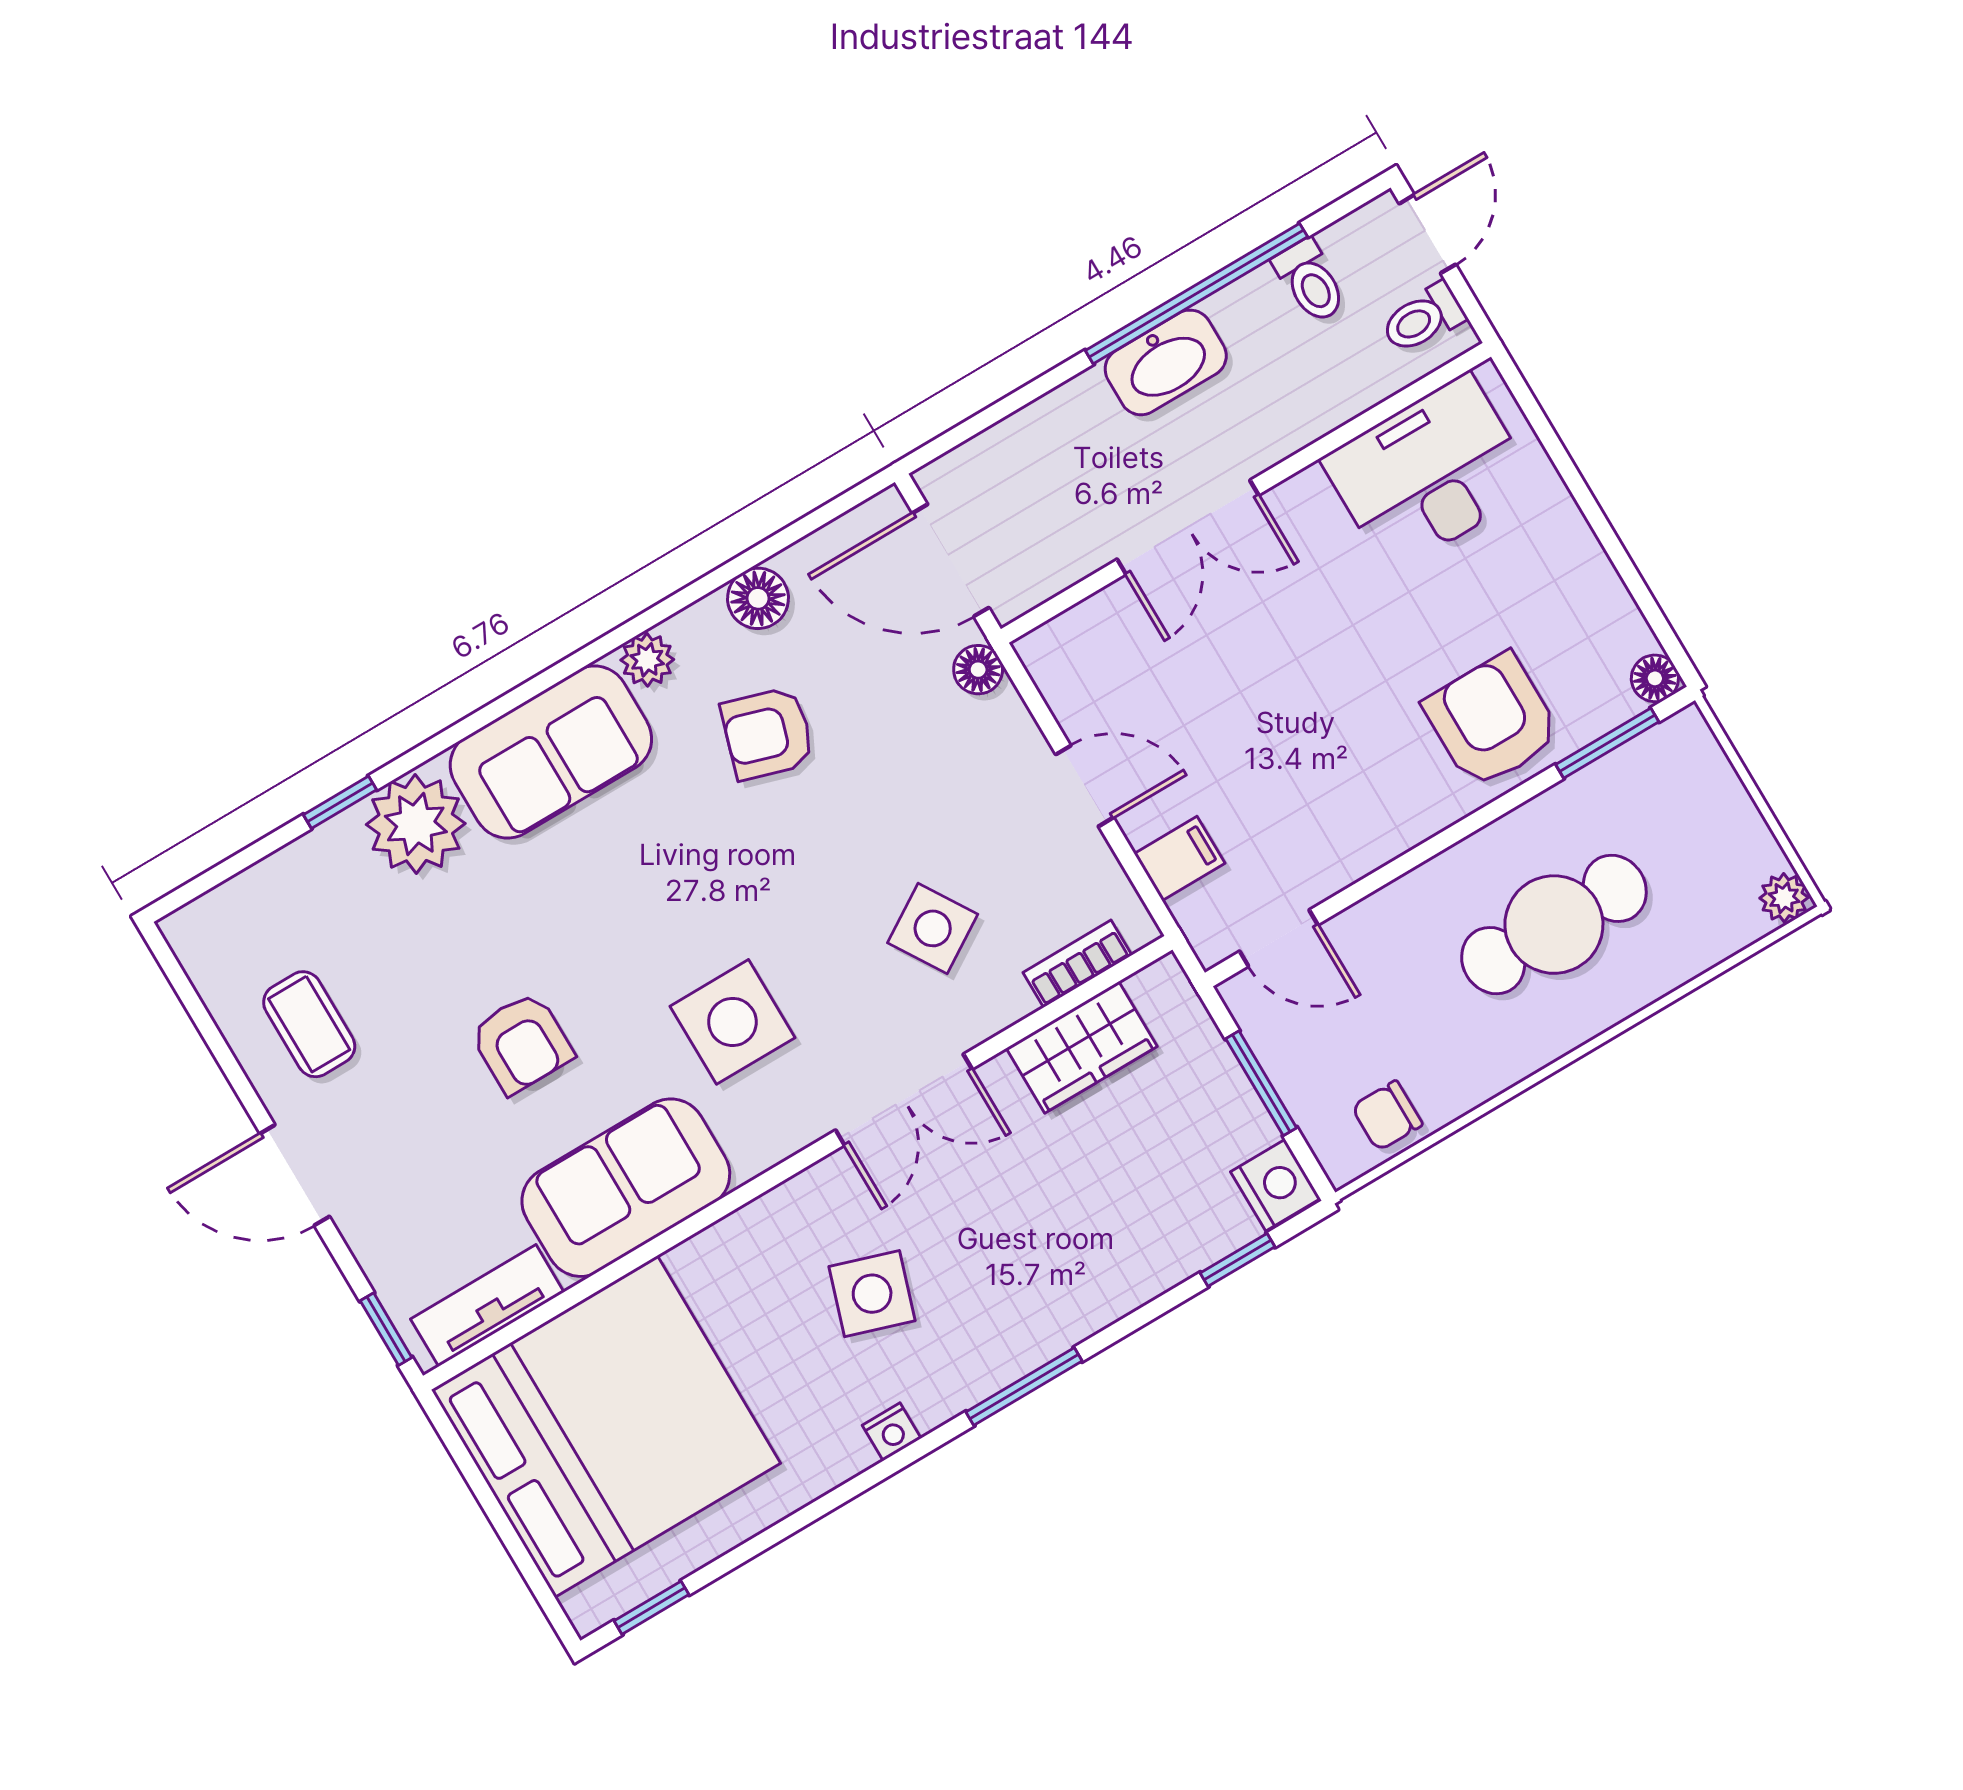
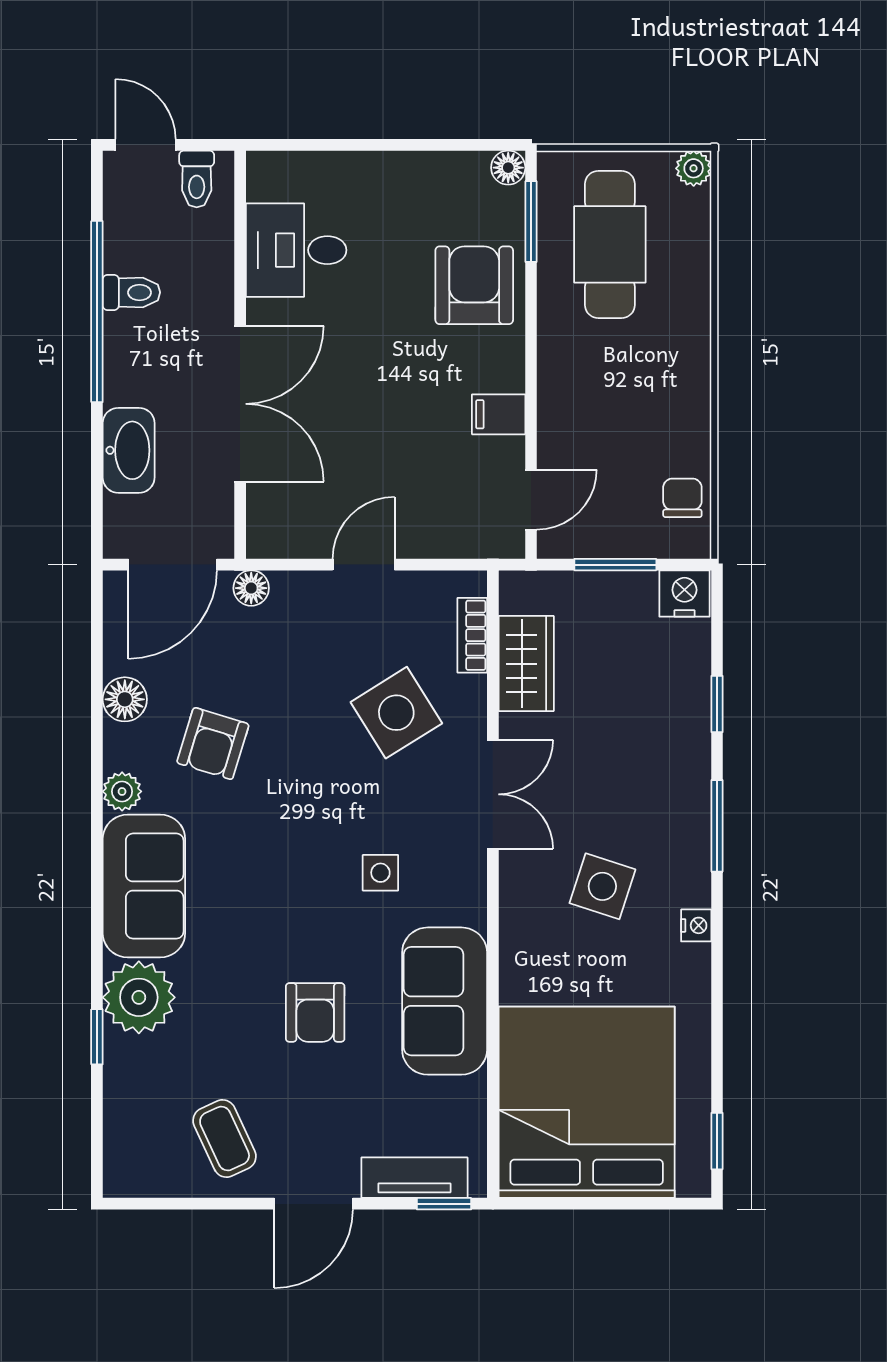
toilet: (1310, 281) -> (131, 292), moved
washbasin: (1166, 362) -> (129, 450), moved
desk: (1429, 474) -> (296, 250), width x0.73
double door: (1188, 527) -> (240, 404), width x1.37
armchair: (1492, 721) -> (474, 285), turned 90
filing cabinet: (1179, 859) -> (499, 414), moved, turned -90
cafe table: (1554, 925) -> (610, 244), moved
side table: (933, 928) -> (396, 713), width x1.37, depth x1.37
side table: (732, 1022) -> (380, 873), width x0.54, depth x0.54
coffee table: (309, 1024) -> (225, 1139), turned 65
armchair: (522, 1043) -> (315, 1012), turned 90
chair: (1387, 1116) -> (682, 498), turned 180
window: (1237, 1260) -> (717, 704), moved
tv unit: (487, 1306) -> (414, 1178), moved, turned 90

